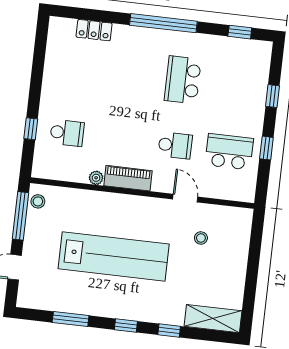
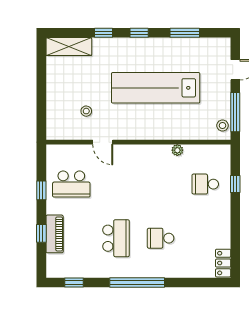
locker: (94, 30) -> (223, 263), moved, turned -90
school desk: (175, 145) -> (161, 238), moved
piano: (128, 178) -> (55, 234), moved, turned -90

